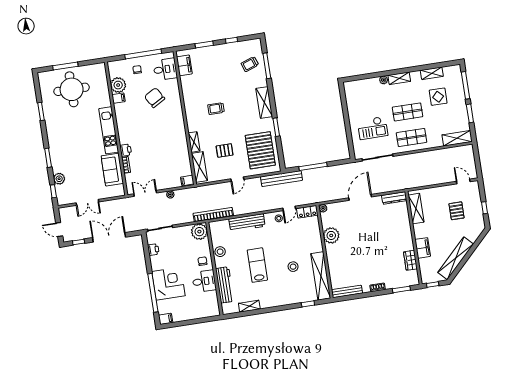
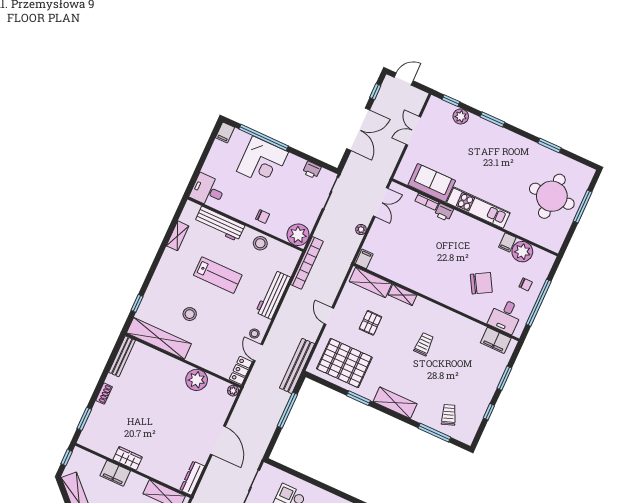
wardrobe: (410, 260) -> (128, 458), moved
desk: (204, 281) -> (208, 190), moved, turned 90

